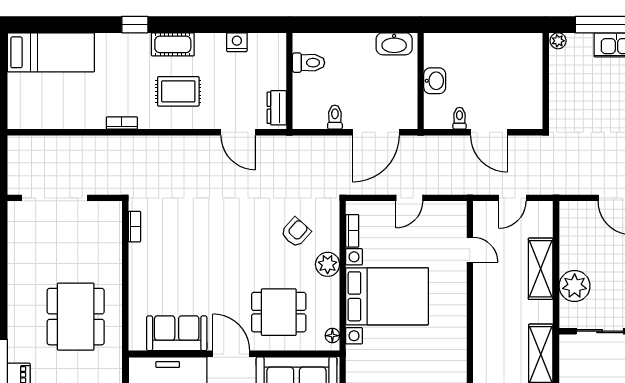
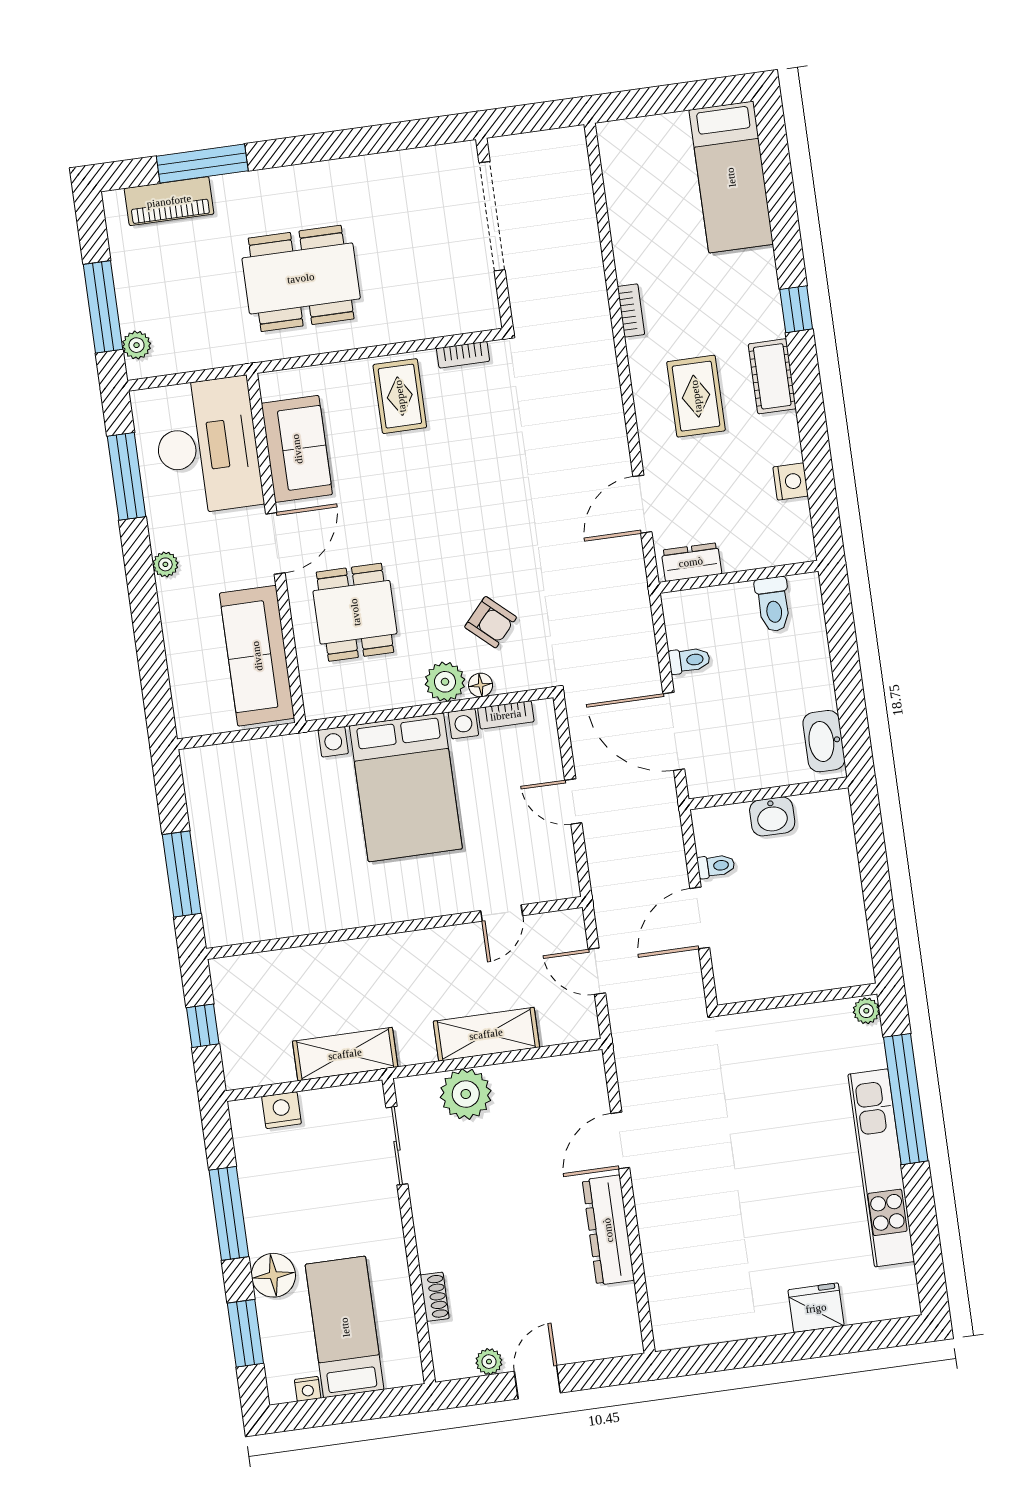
rug: (154, 268) -> (400, 396), added
floor lamp: (332, 336) -> (481, 685), moved

